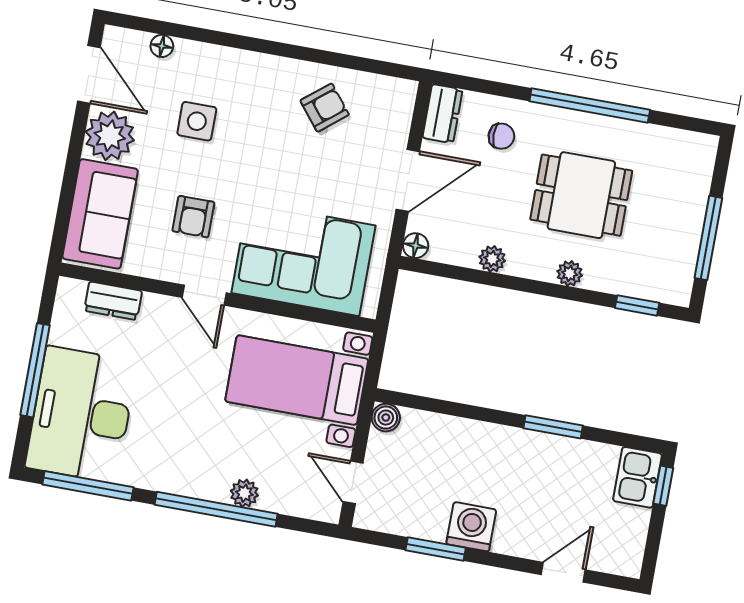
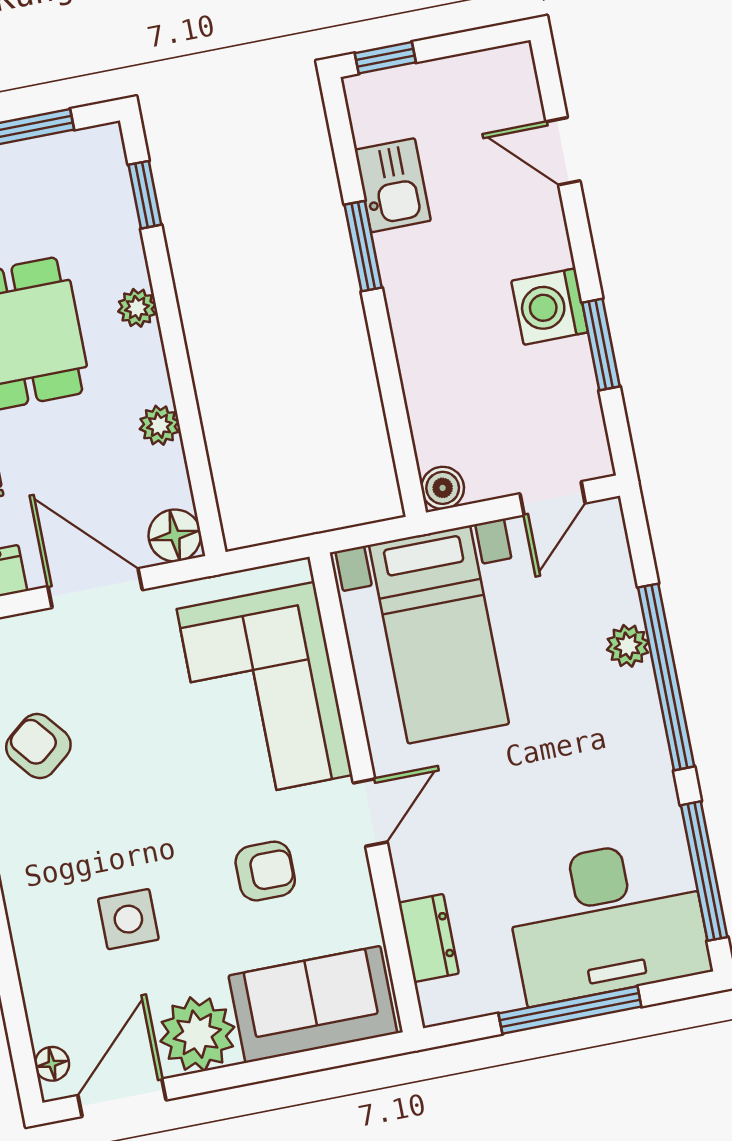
floor lamp: (162, 46) -> (52, 1064), moved
floor lamp: (416, 246) -> (175, 535), width x1.37, depth x1.37
kitchen sink: (637, 477) -> (393, 185), moved, turned -90

